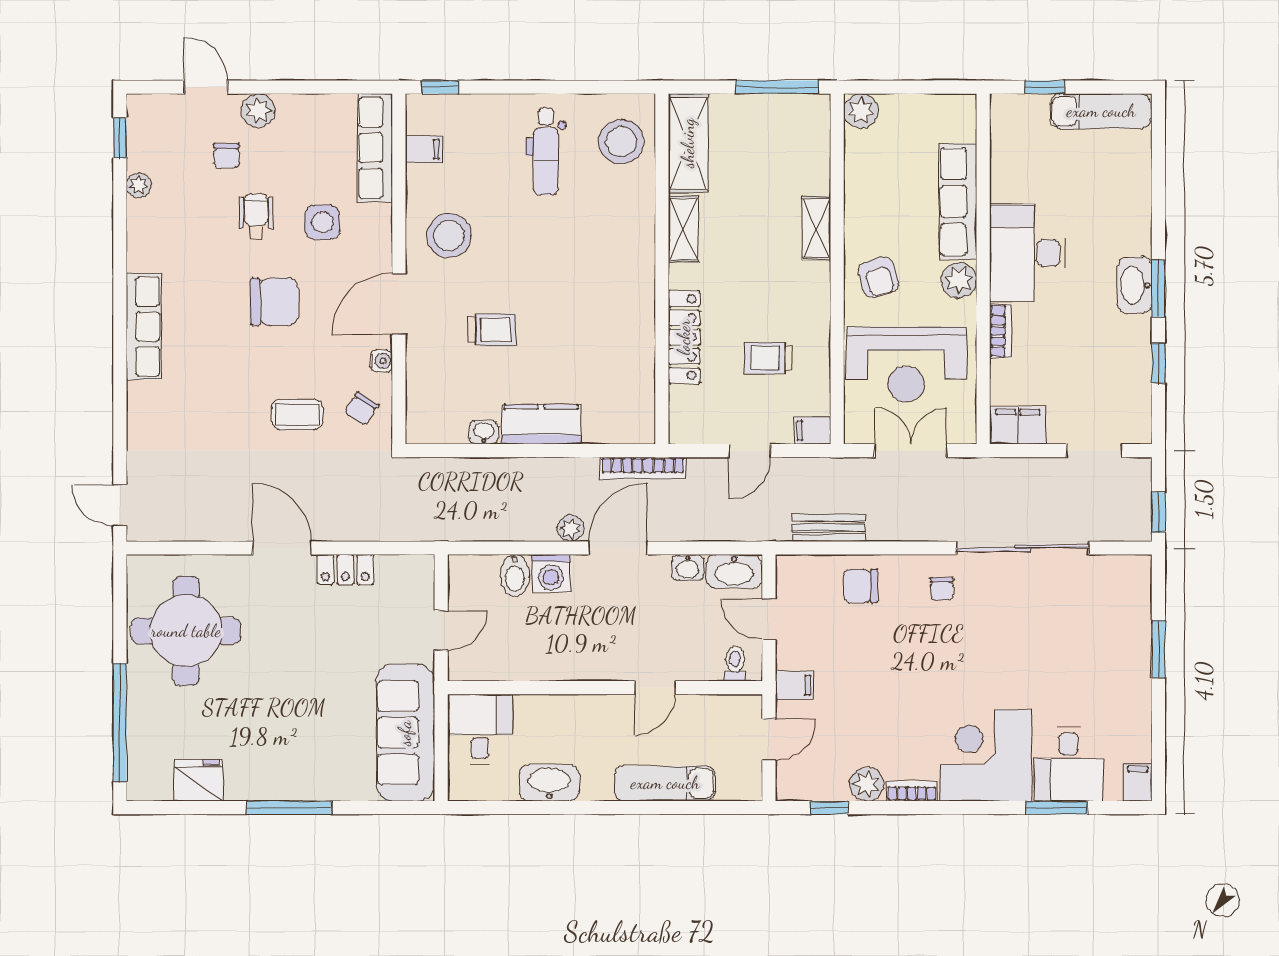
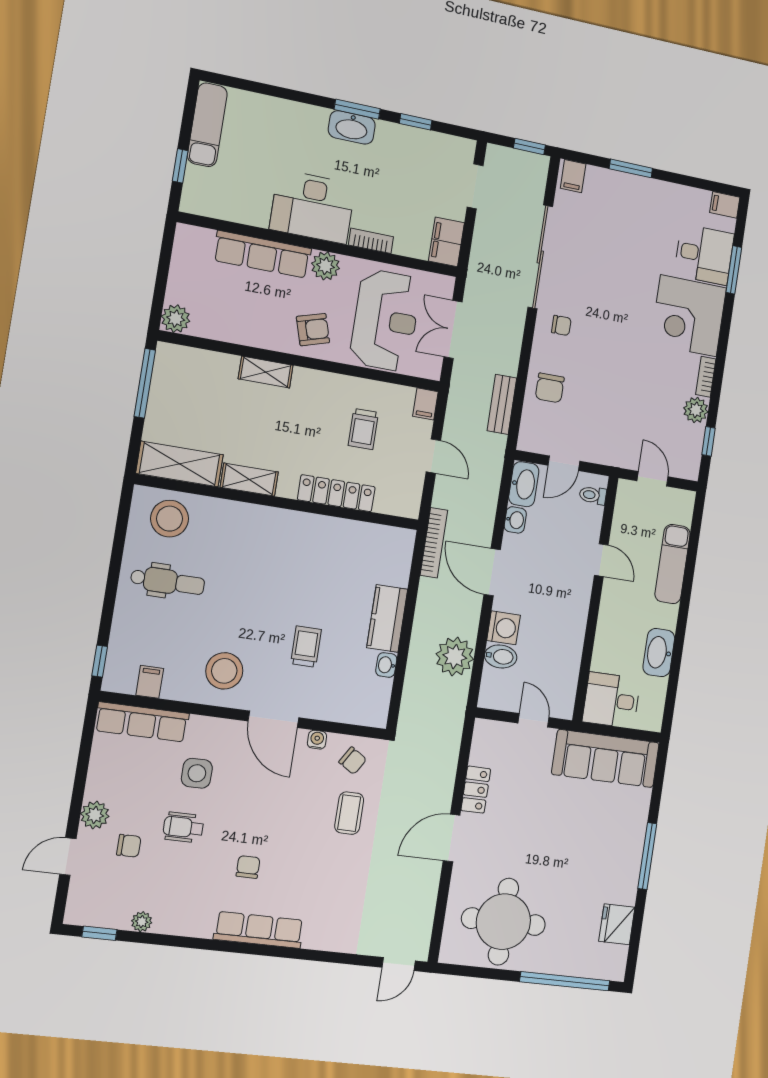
chair: (275, 302) -> (248, 867), moved, width x0.54, depth x0.54
plant: (571, 528) -> (455, 657), moved, width x1.88, depth x1.88
filing cabinet: (794, 685) -> (573, 176), moved, turned 180

